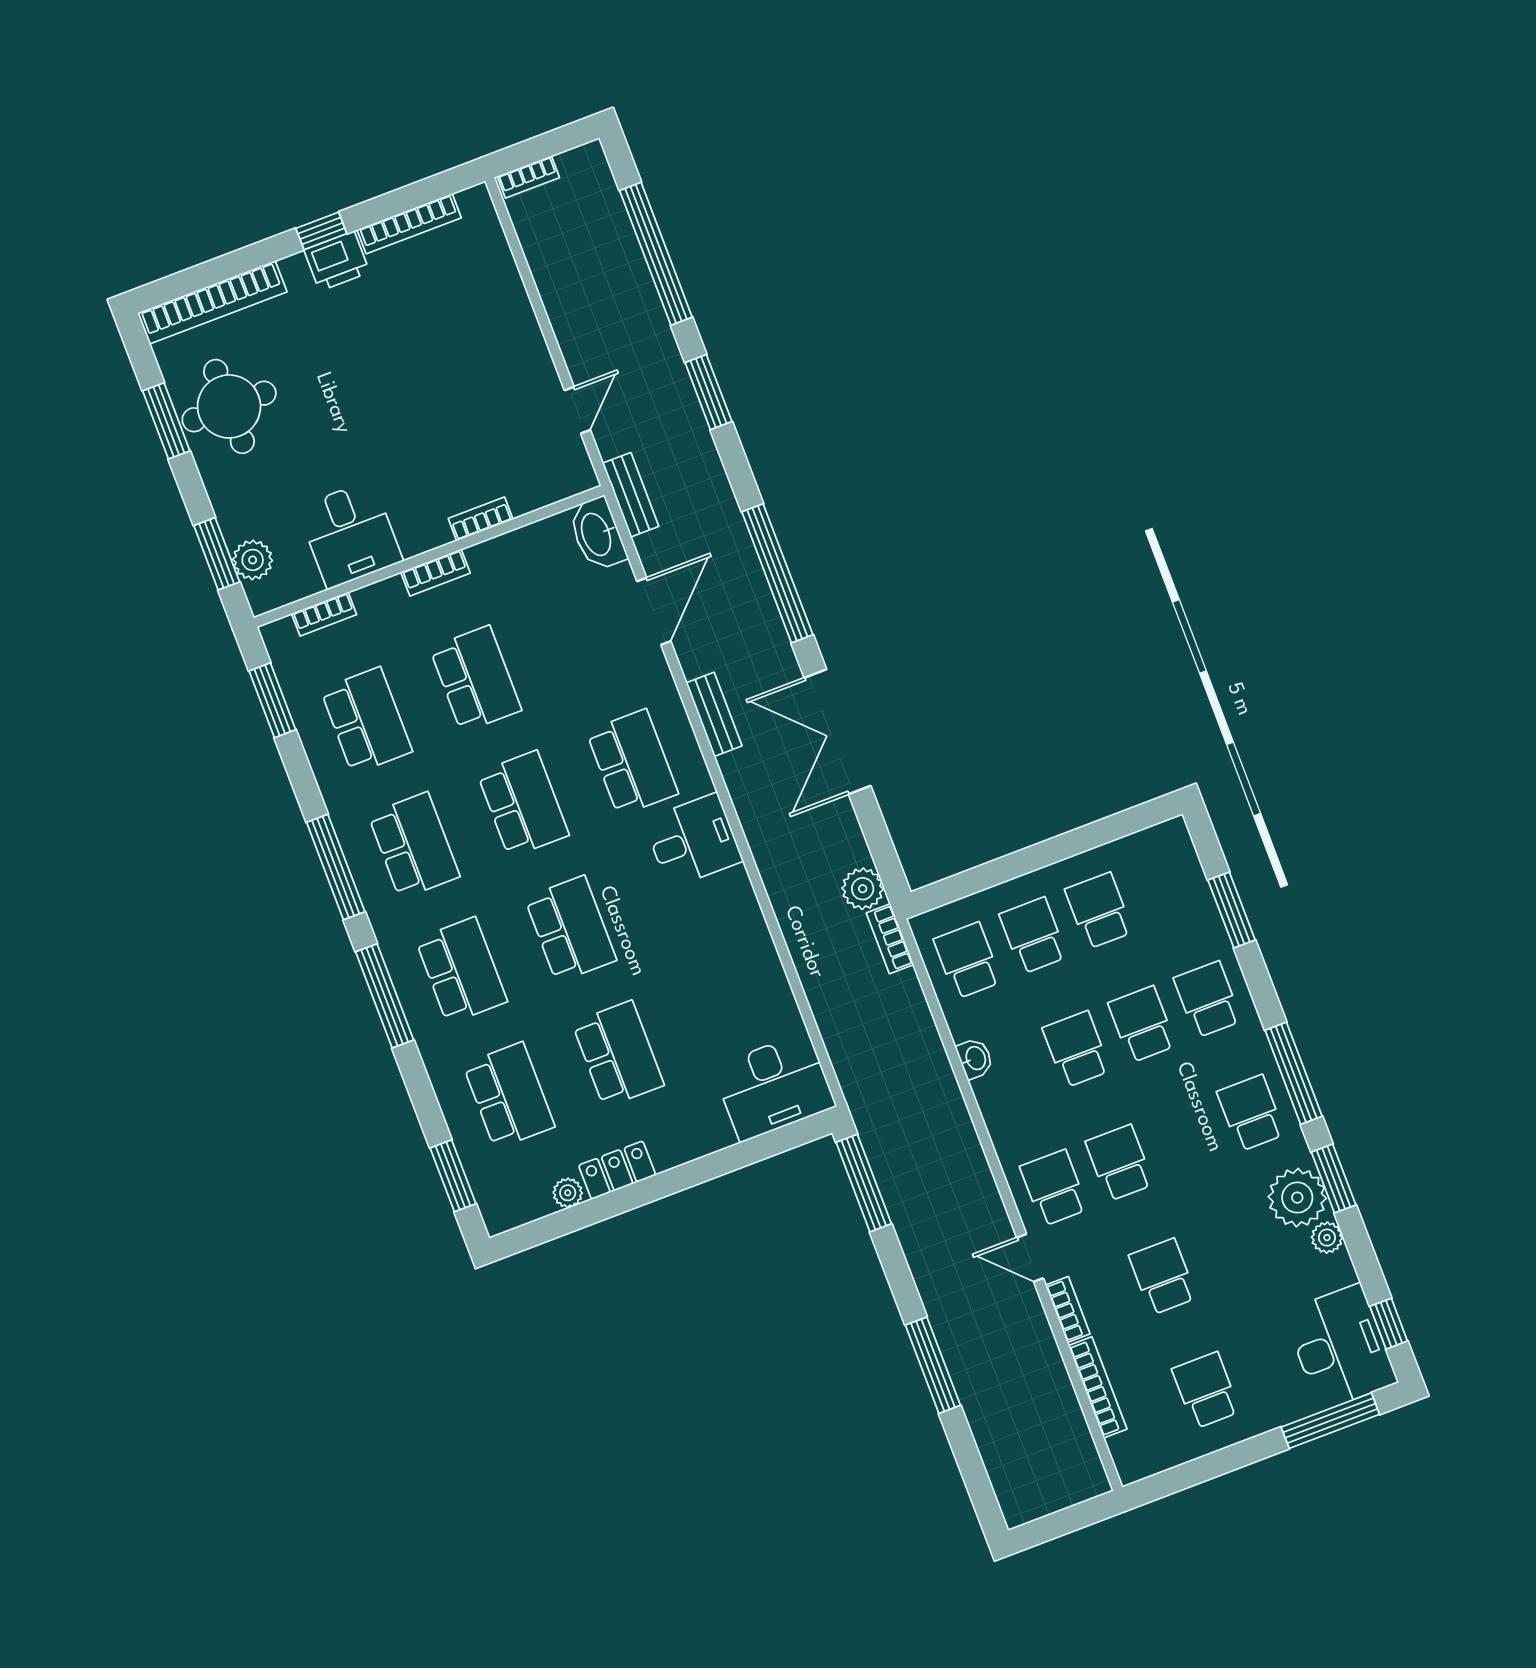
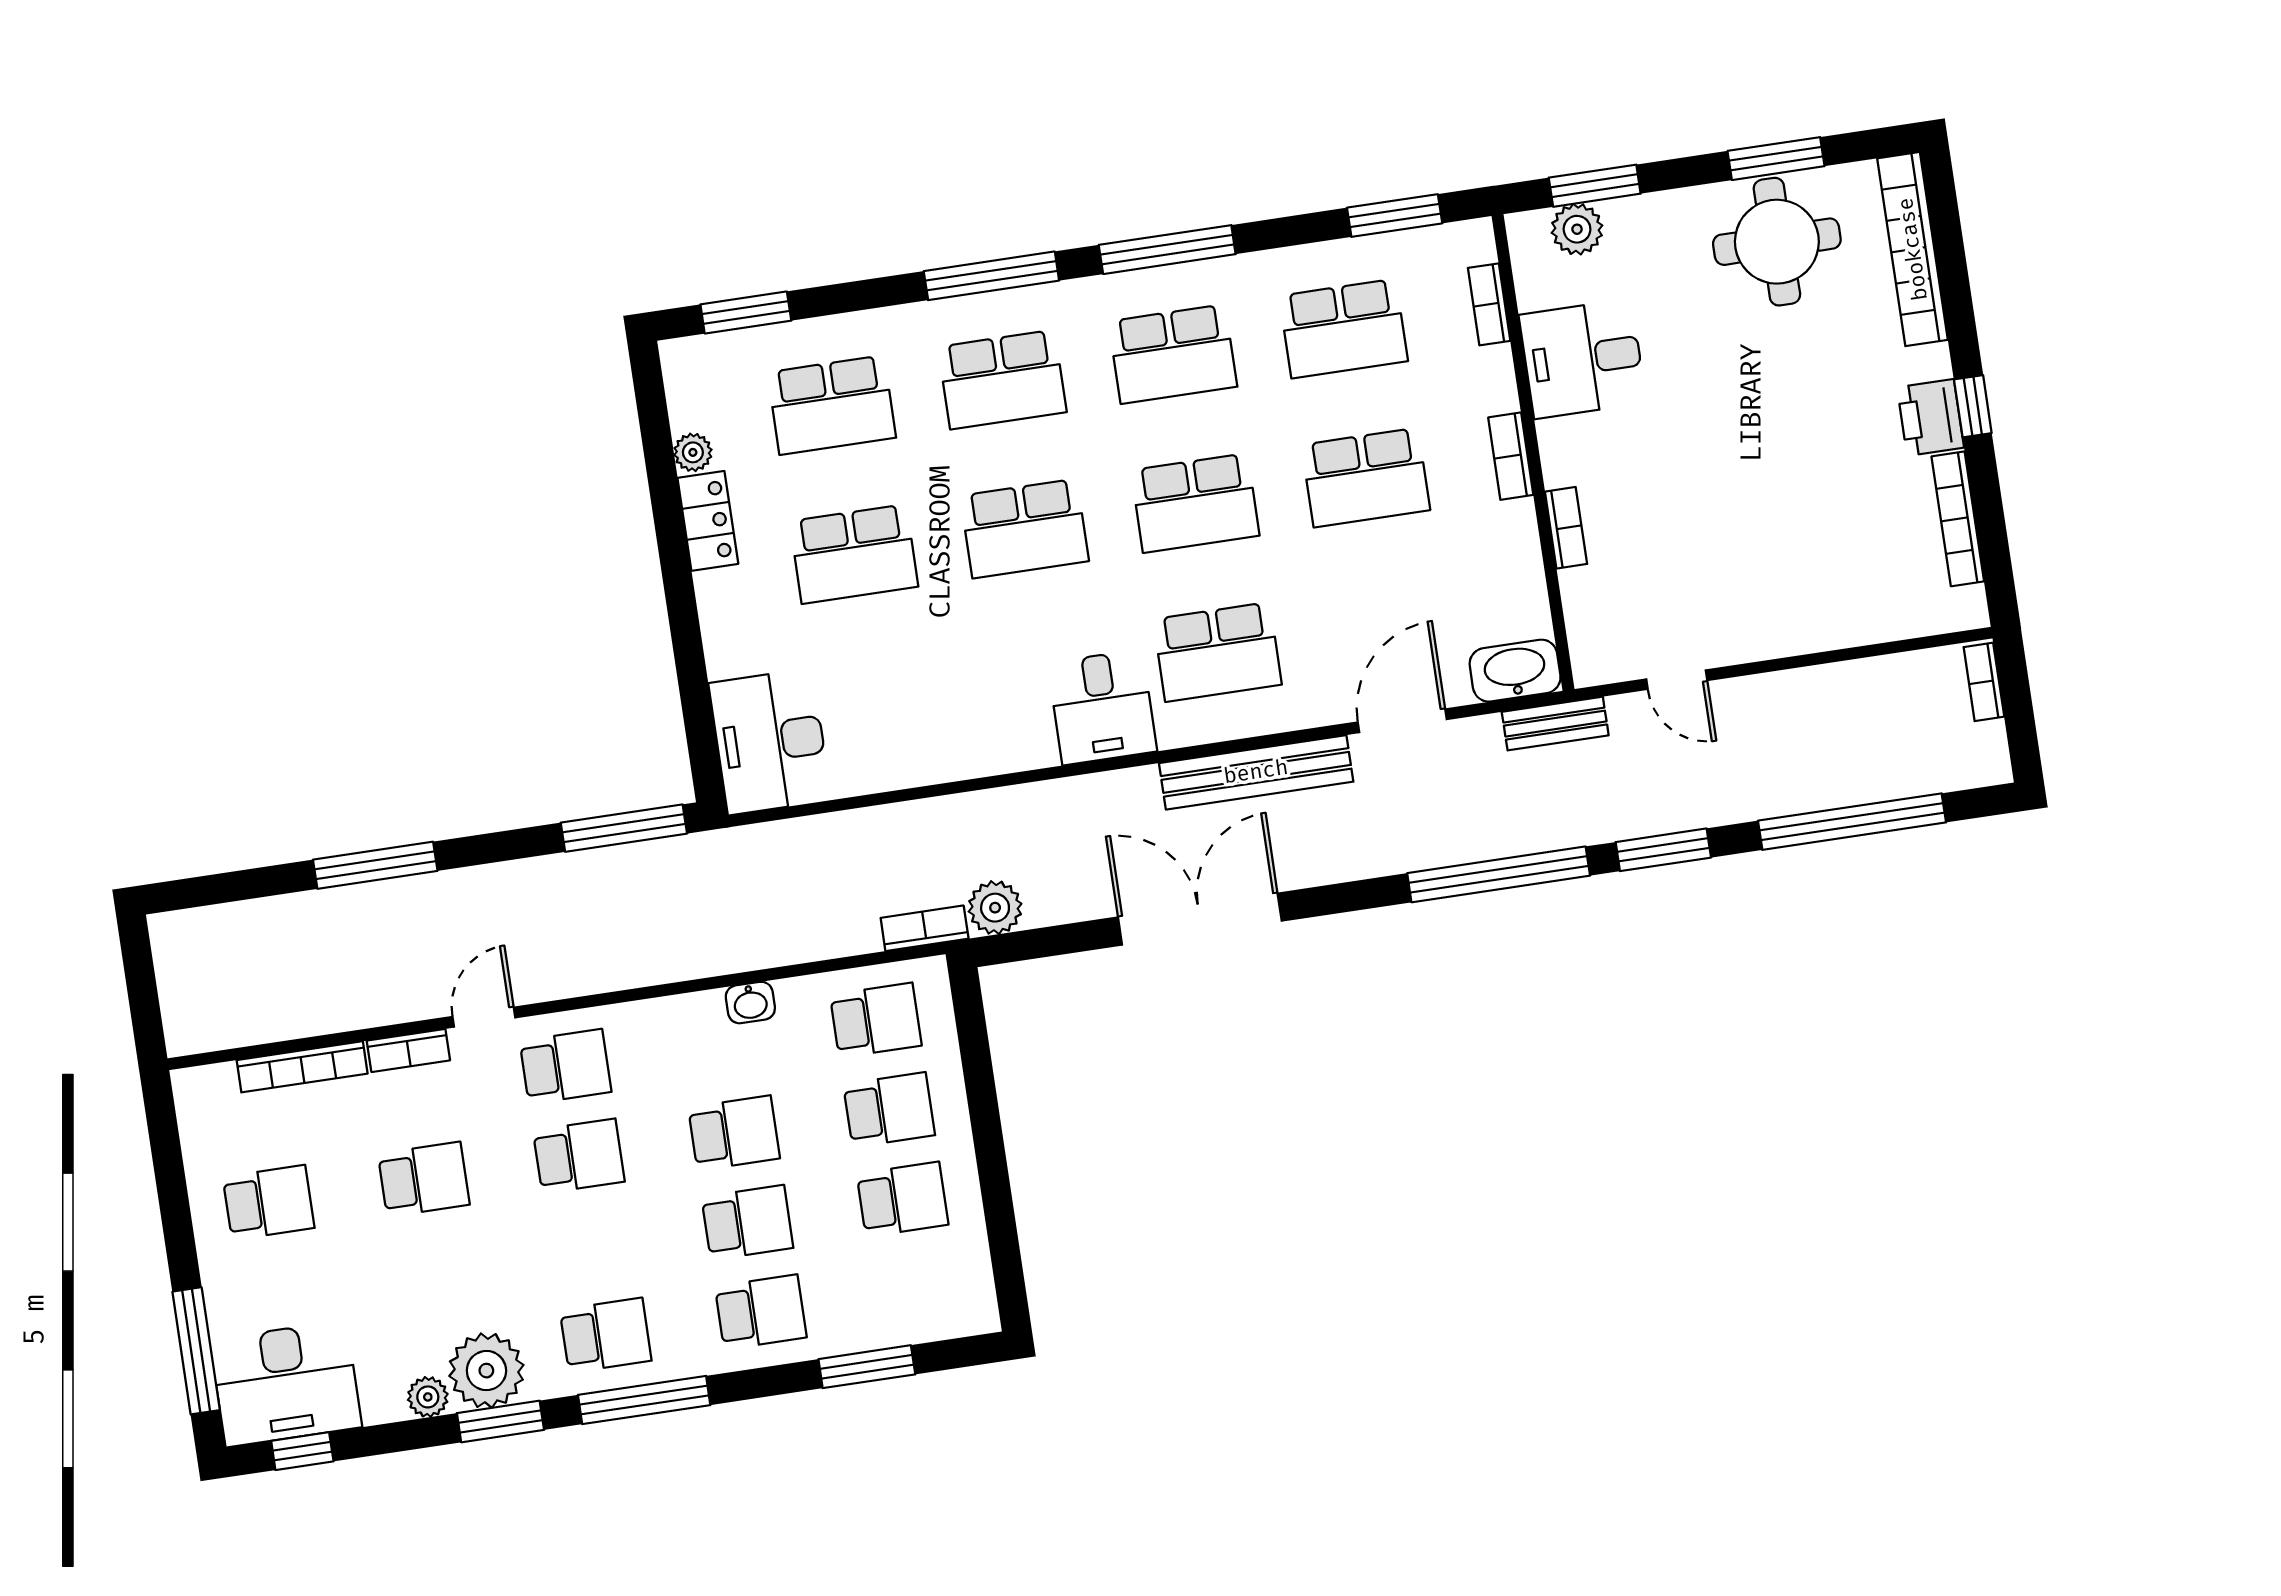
window: (777, 573) -> (1499, 874), moved
door: (654, 611) -> (1402, 721), swing flipped
bench: (714, 714) -> (1256, 772), width x1.86, depth x1.21

